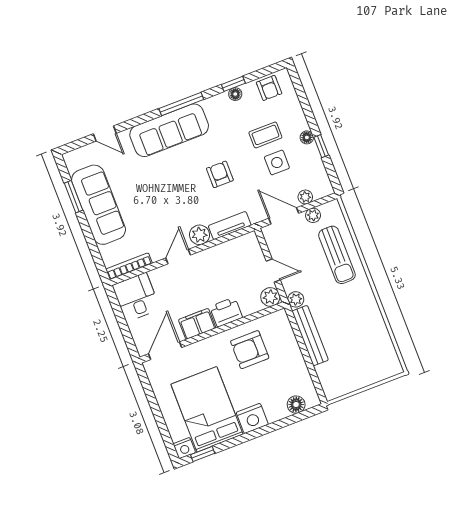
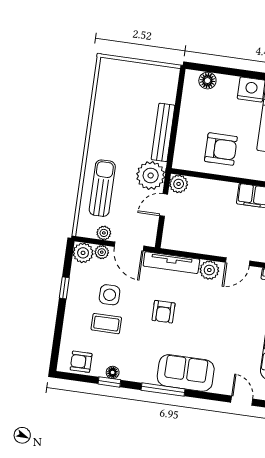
armchair: (269, 88) -> (81, 362), turned -90
sofa: (169, 130) -> (186, 373), width x0.73
floor lamp: (307, 137) -> (72, 302), removed
plant: (322, 187) -> (83, 253), added
tv unit: (230, 225) -> (171, 263), width x1.41
door: (273, 271) -> (164, 205), hinge flipped
plant: (296, 299) -> (151, 175), width x1.88, depth x1.88
printer: (226, 312) -> (223, 192), removed

